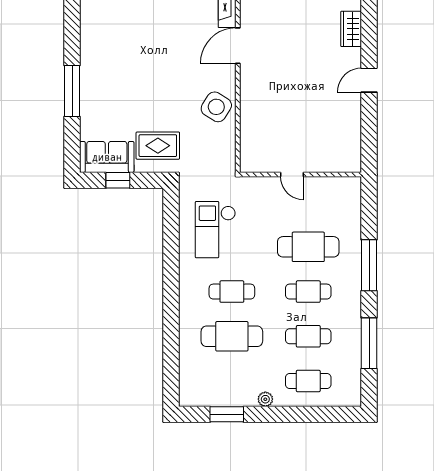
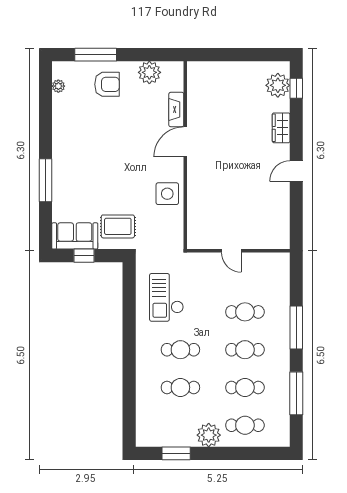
side table: (216, 107) -> (167, 194), turned -32
cafe table: (308, 247) -> (245, 312), width x0.73, depth x0.74
cafe table: (232, 336) -> (180, 387), width x0.73, depth x0.74
plant: (265, 399) -> (209, 435), width x1.88, depth x1.88

